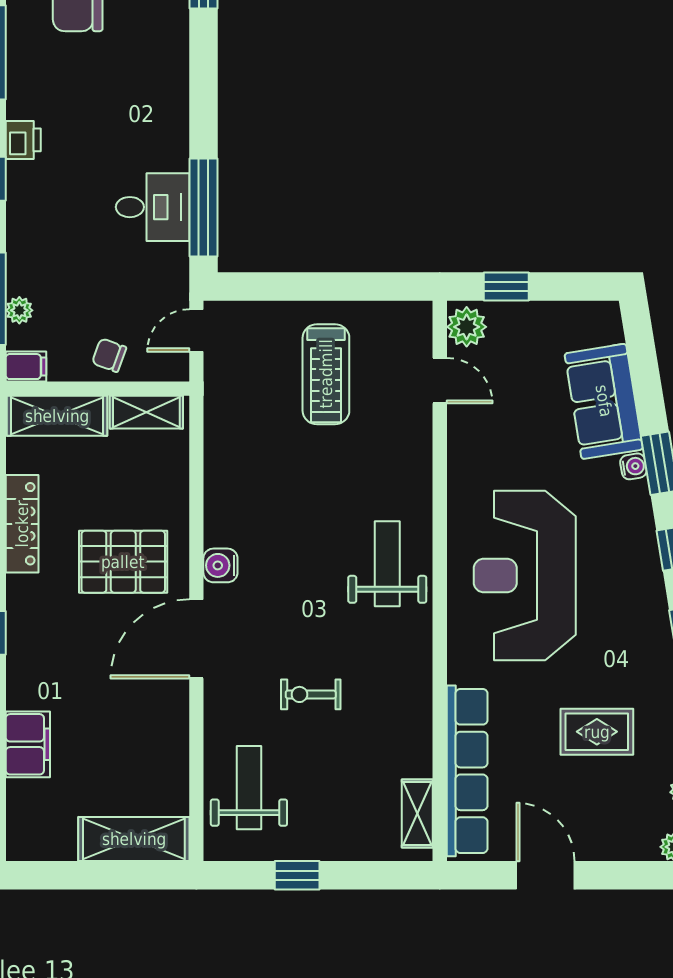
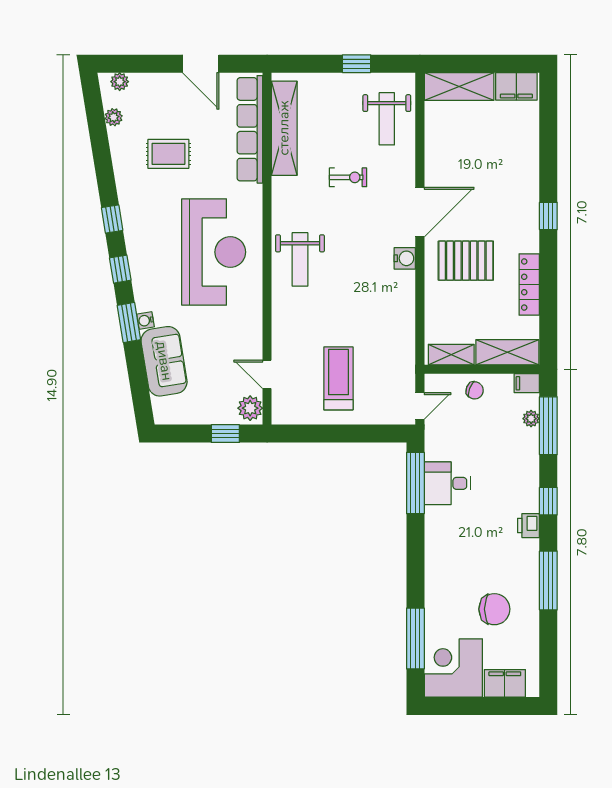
filing cabinet: (28, 744) -> (516, 86), moved, turned -90
shelving: (417, 813) -> (284, 128), width x2.20, depth x1.33

